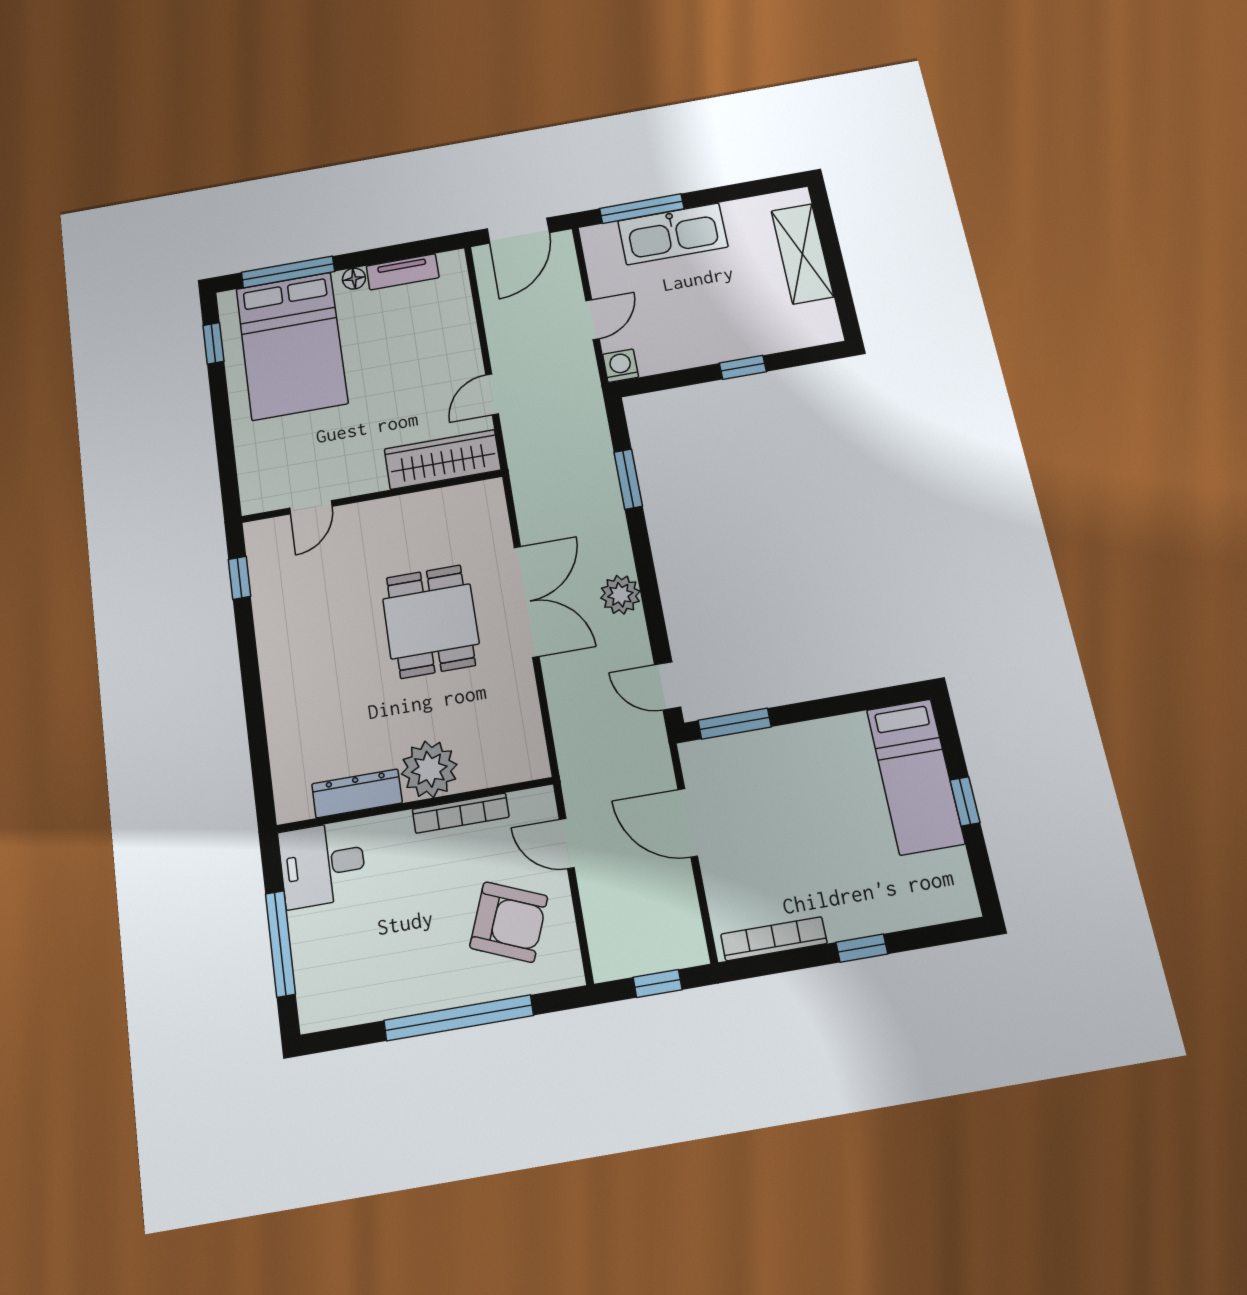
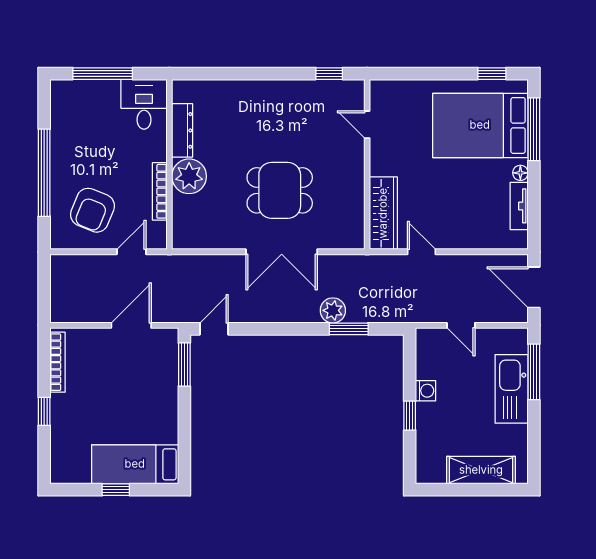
washing machine: (621, 366) -> (426, 391), moved
plant: (620, 595) -> (333, 310), moved
window: (658, 983) -> (44, 291), removed

